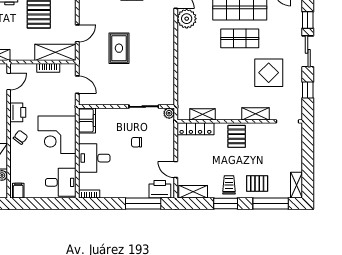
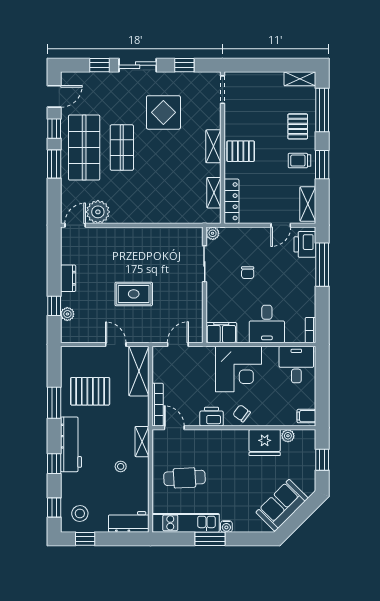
bookcase: (48, 68) -> (158, 405), moved, width x1.56
shelving: (256, 114) -> (213, 146), moved

